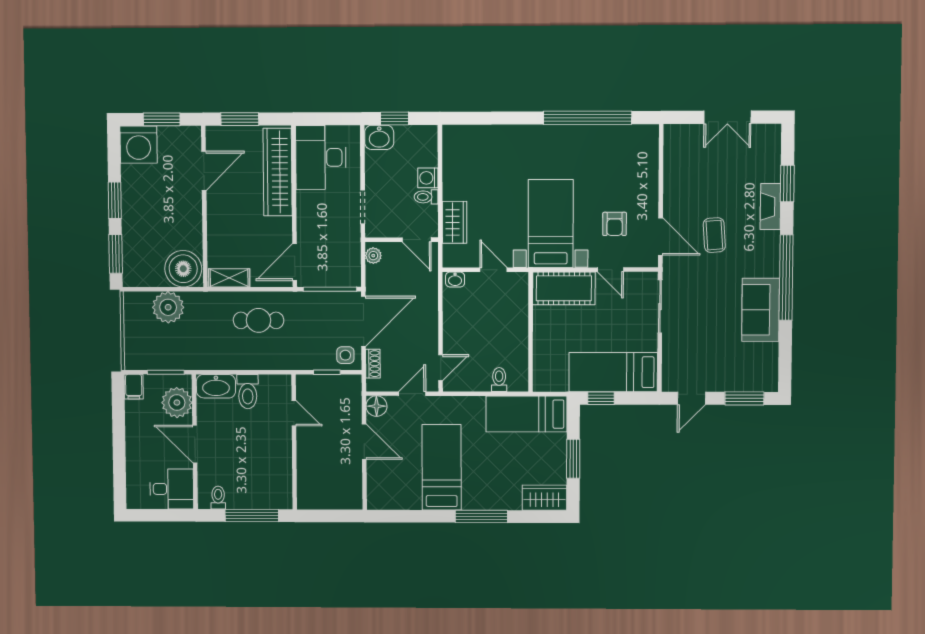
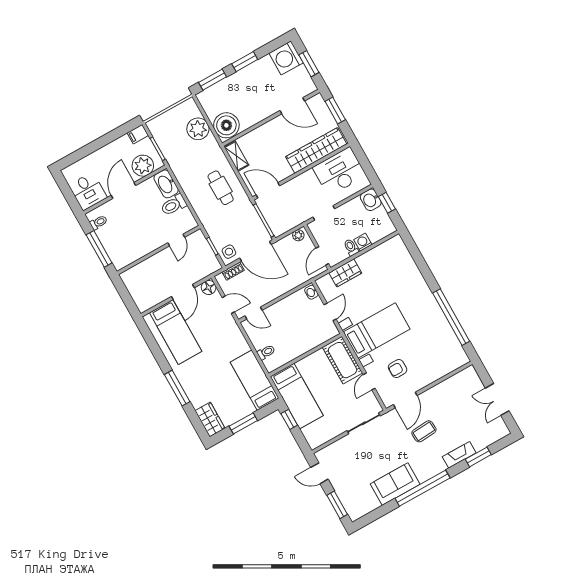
bed: (613, 372) -> (297, 396), moved, turned 180
bed: (442, 467) -> (176, 332), moved, turned 90

